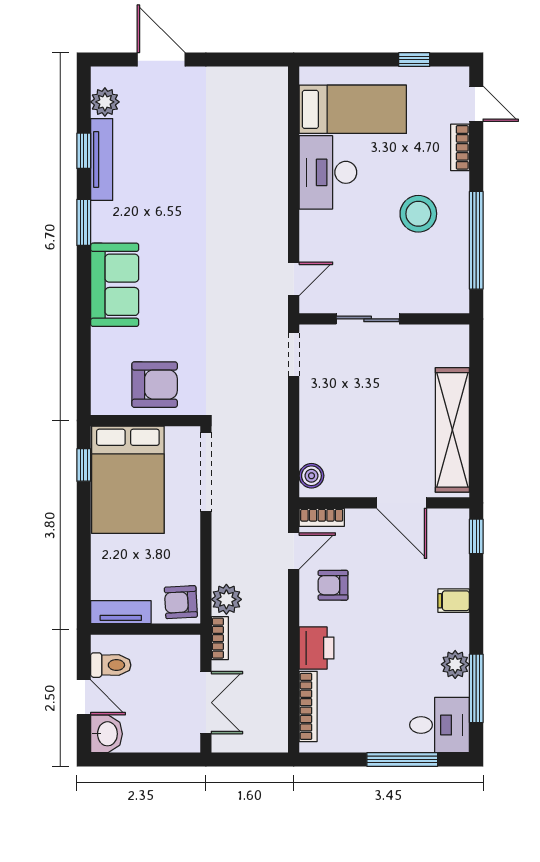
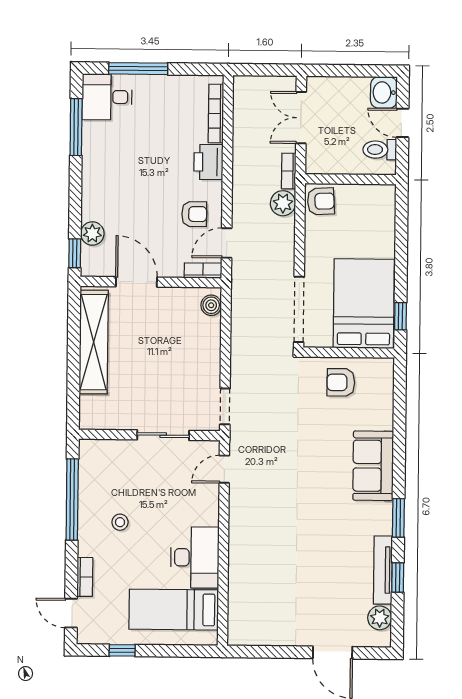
stool: (418, 214) -> (120, 522), width x0.53, depth x0.53
armchair: (155, 385) -> (341, 382), width x0.72, depth x0.72
filing cabinet: (454, 601) -> (94, 200), removed
tv unit: (121, 612) -> (371, 194), removed
plant: (455, 664) -> (92, 233), moved

